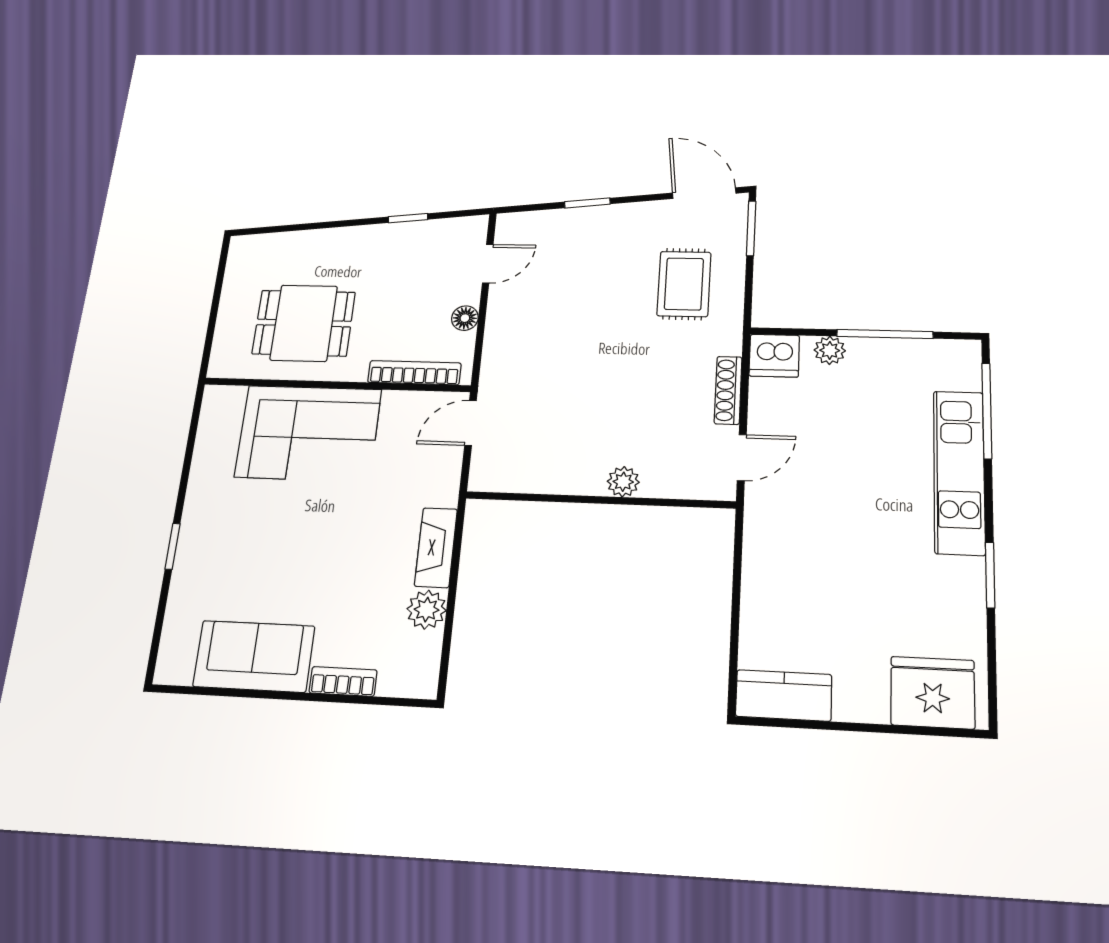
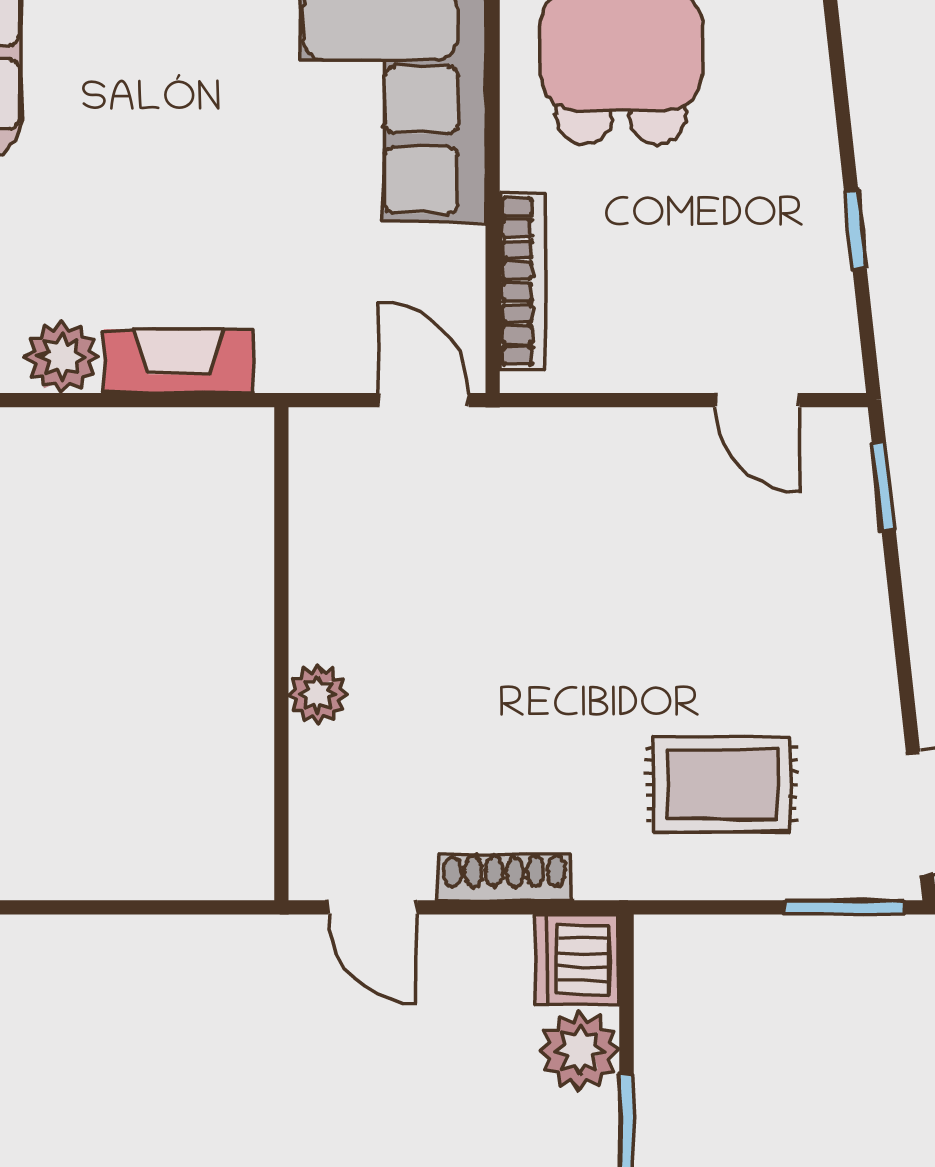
window: (587, 203) -> (884, 486), moved
floor lamp: (465, 318) -> (639, 367), removed
plant: (830, 350) -> (580, 1051), width x1.38, depth x1.38

